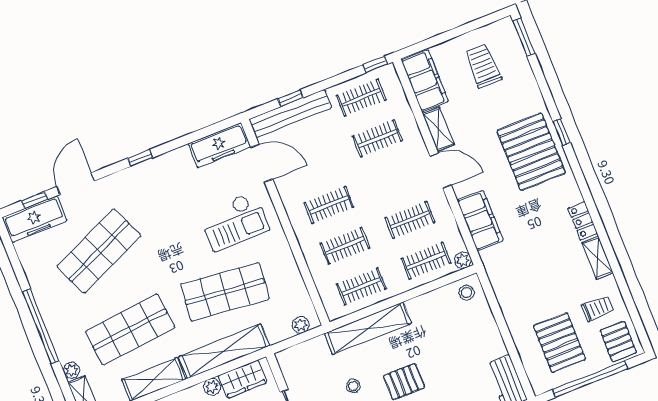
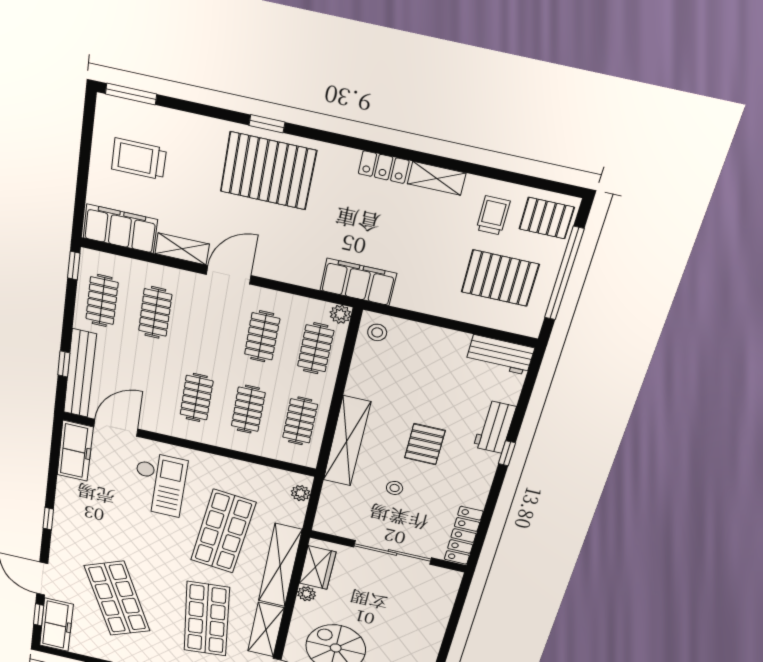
filing cabinet: (480, 220) -> (358, 282), moved

